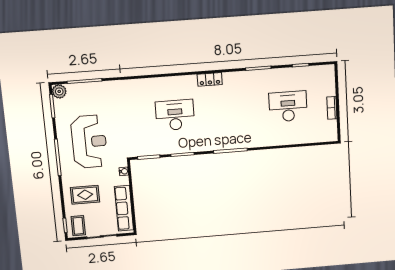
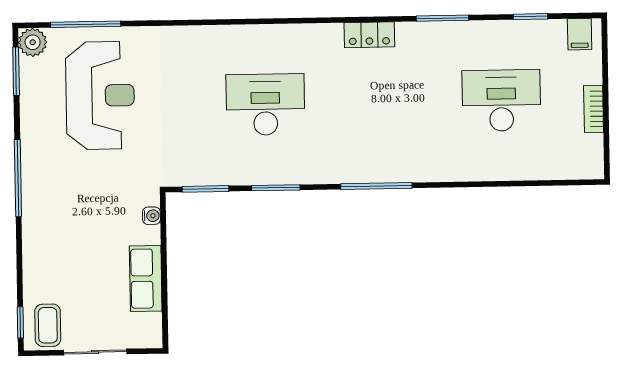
filing cabinet: (324, 72) -> (580, 34), added
locker: (210, 79) -> (369, 35), moved
reception desk: (89, 142) -> (100, 95), moved
rug: (85, 195) -> (67, 260), removed
row of seats: (124, 208) -> (146, 279), width x0.68

